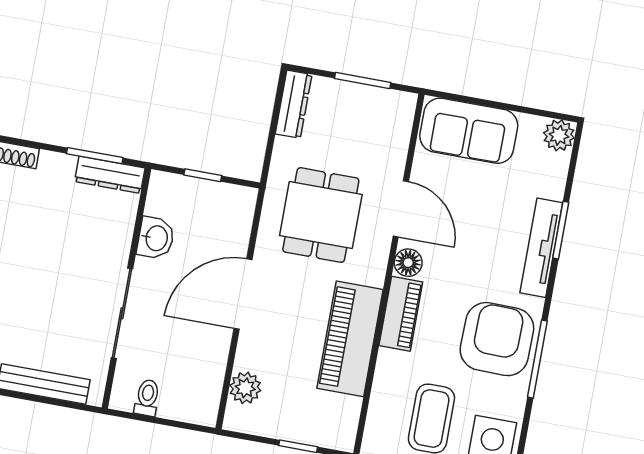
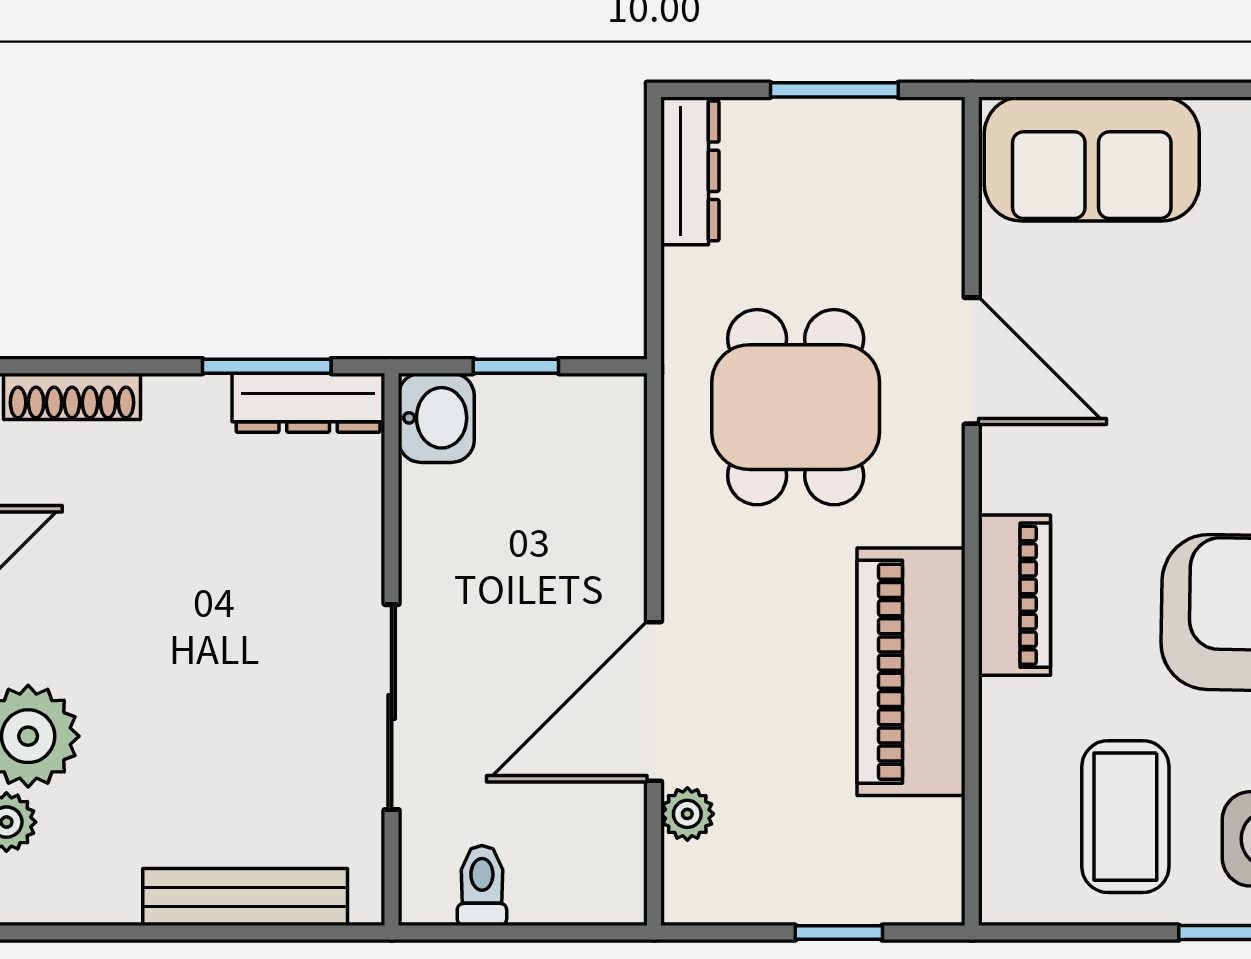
washbasin: (156, 238) -> (436, 418), moved
floor lamp: (408, 263) -> (1010, 478), removed
door: (243, 294) -> (654, 701), moved
plant: (245, 388) -> (687, 814), width x0.73, depth x0.73

